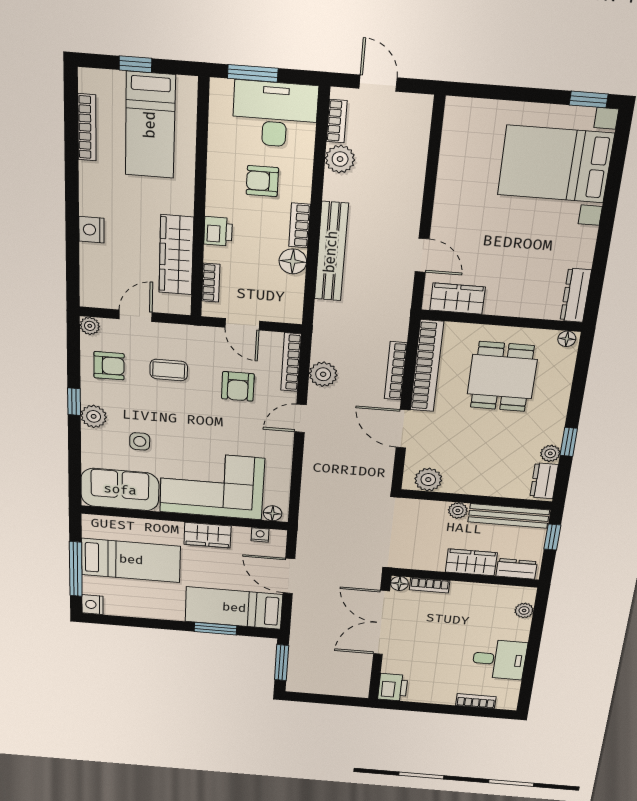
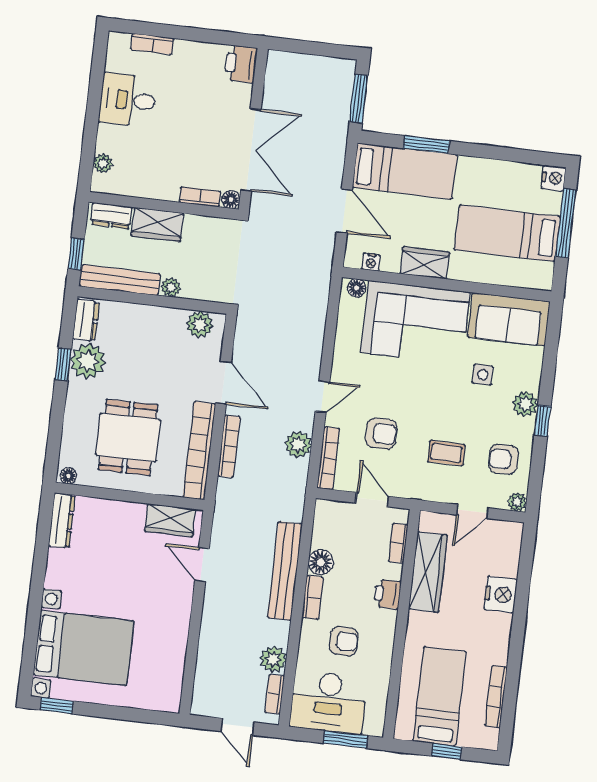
nightstand: (91, 230) -> (501, 595), width x1.36, depth x1.33
armchair: (238, 386) -> (381, 434), turned 90
plant: (550, 453) -> (88, 361), width x1.88, depth x1.88

